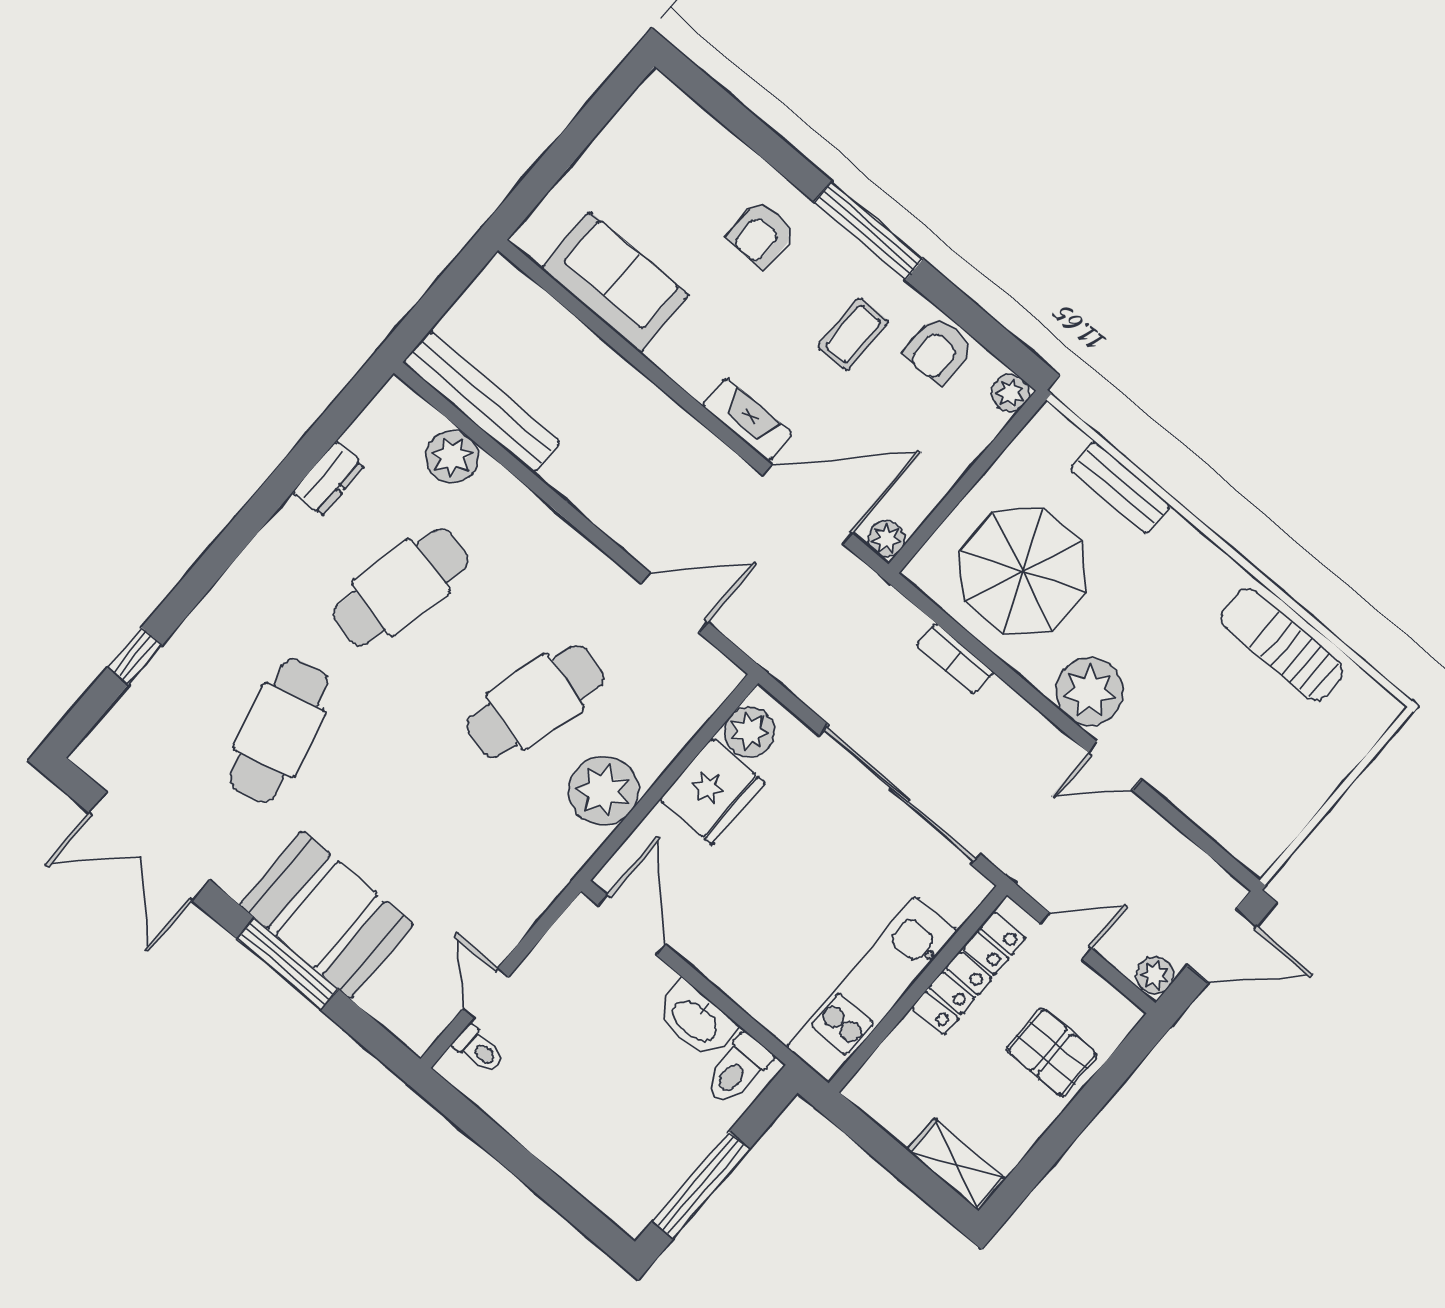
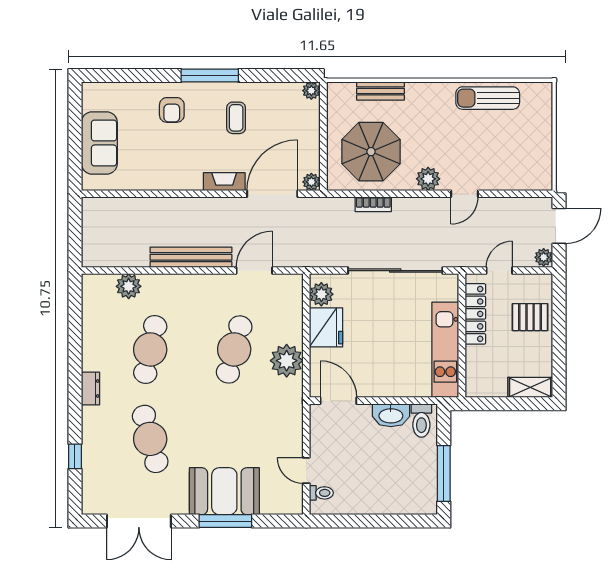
sofa: (615, 282) -> (99, 143), moved, turned 90
armchair: (939, 350) -> (272, 97), removed
bench: (481, 402) -> (191, 257), moved
dresser: (329, 479) -> (90, 389), moved
plant: (1090, 692) -> (428, 179), width x0.73, depth x0.73

